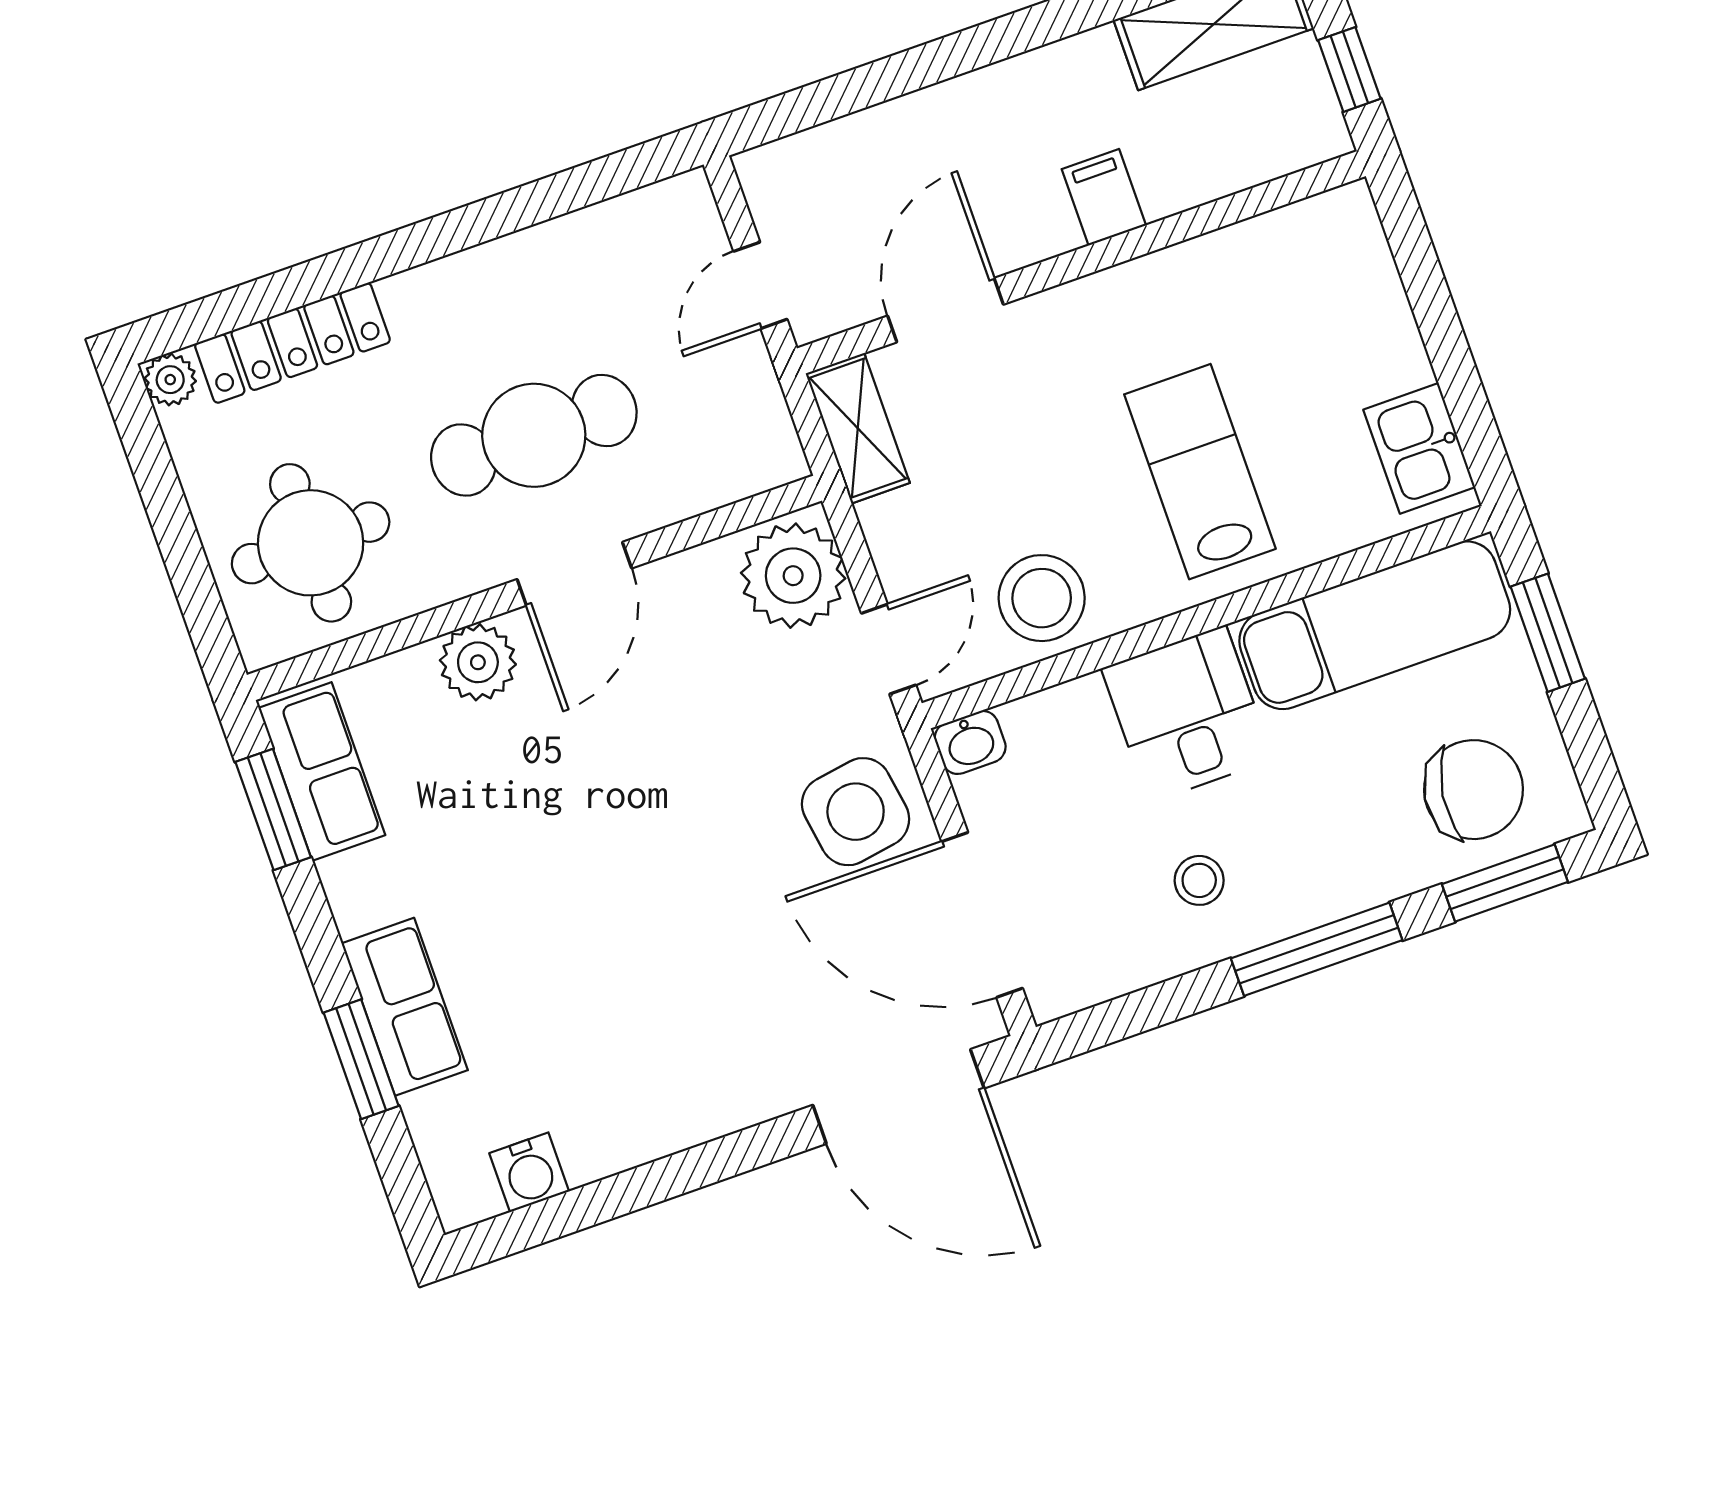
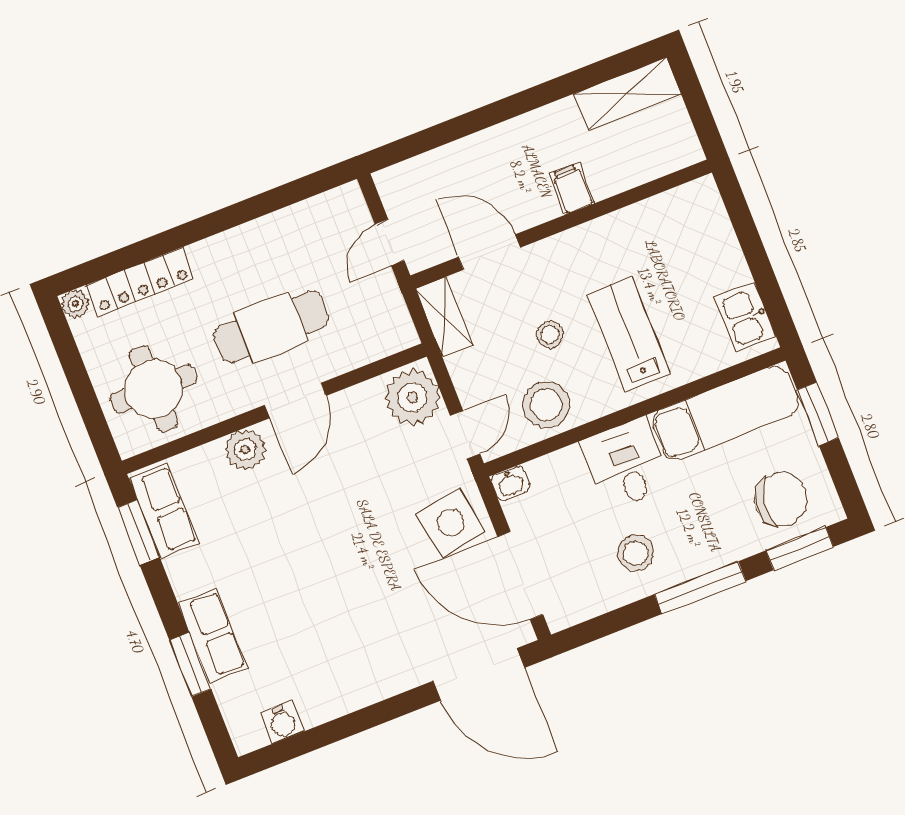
window: (1349, 69) -> (701, 116), removed
door: (945, 310) -> (489, 252), hinge flipped
stool: (1053, 467) -> (550, 334), added
stool: (1199, 880) -> (636, 553), width x1.37, depth x1.37

